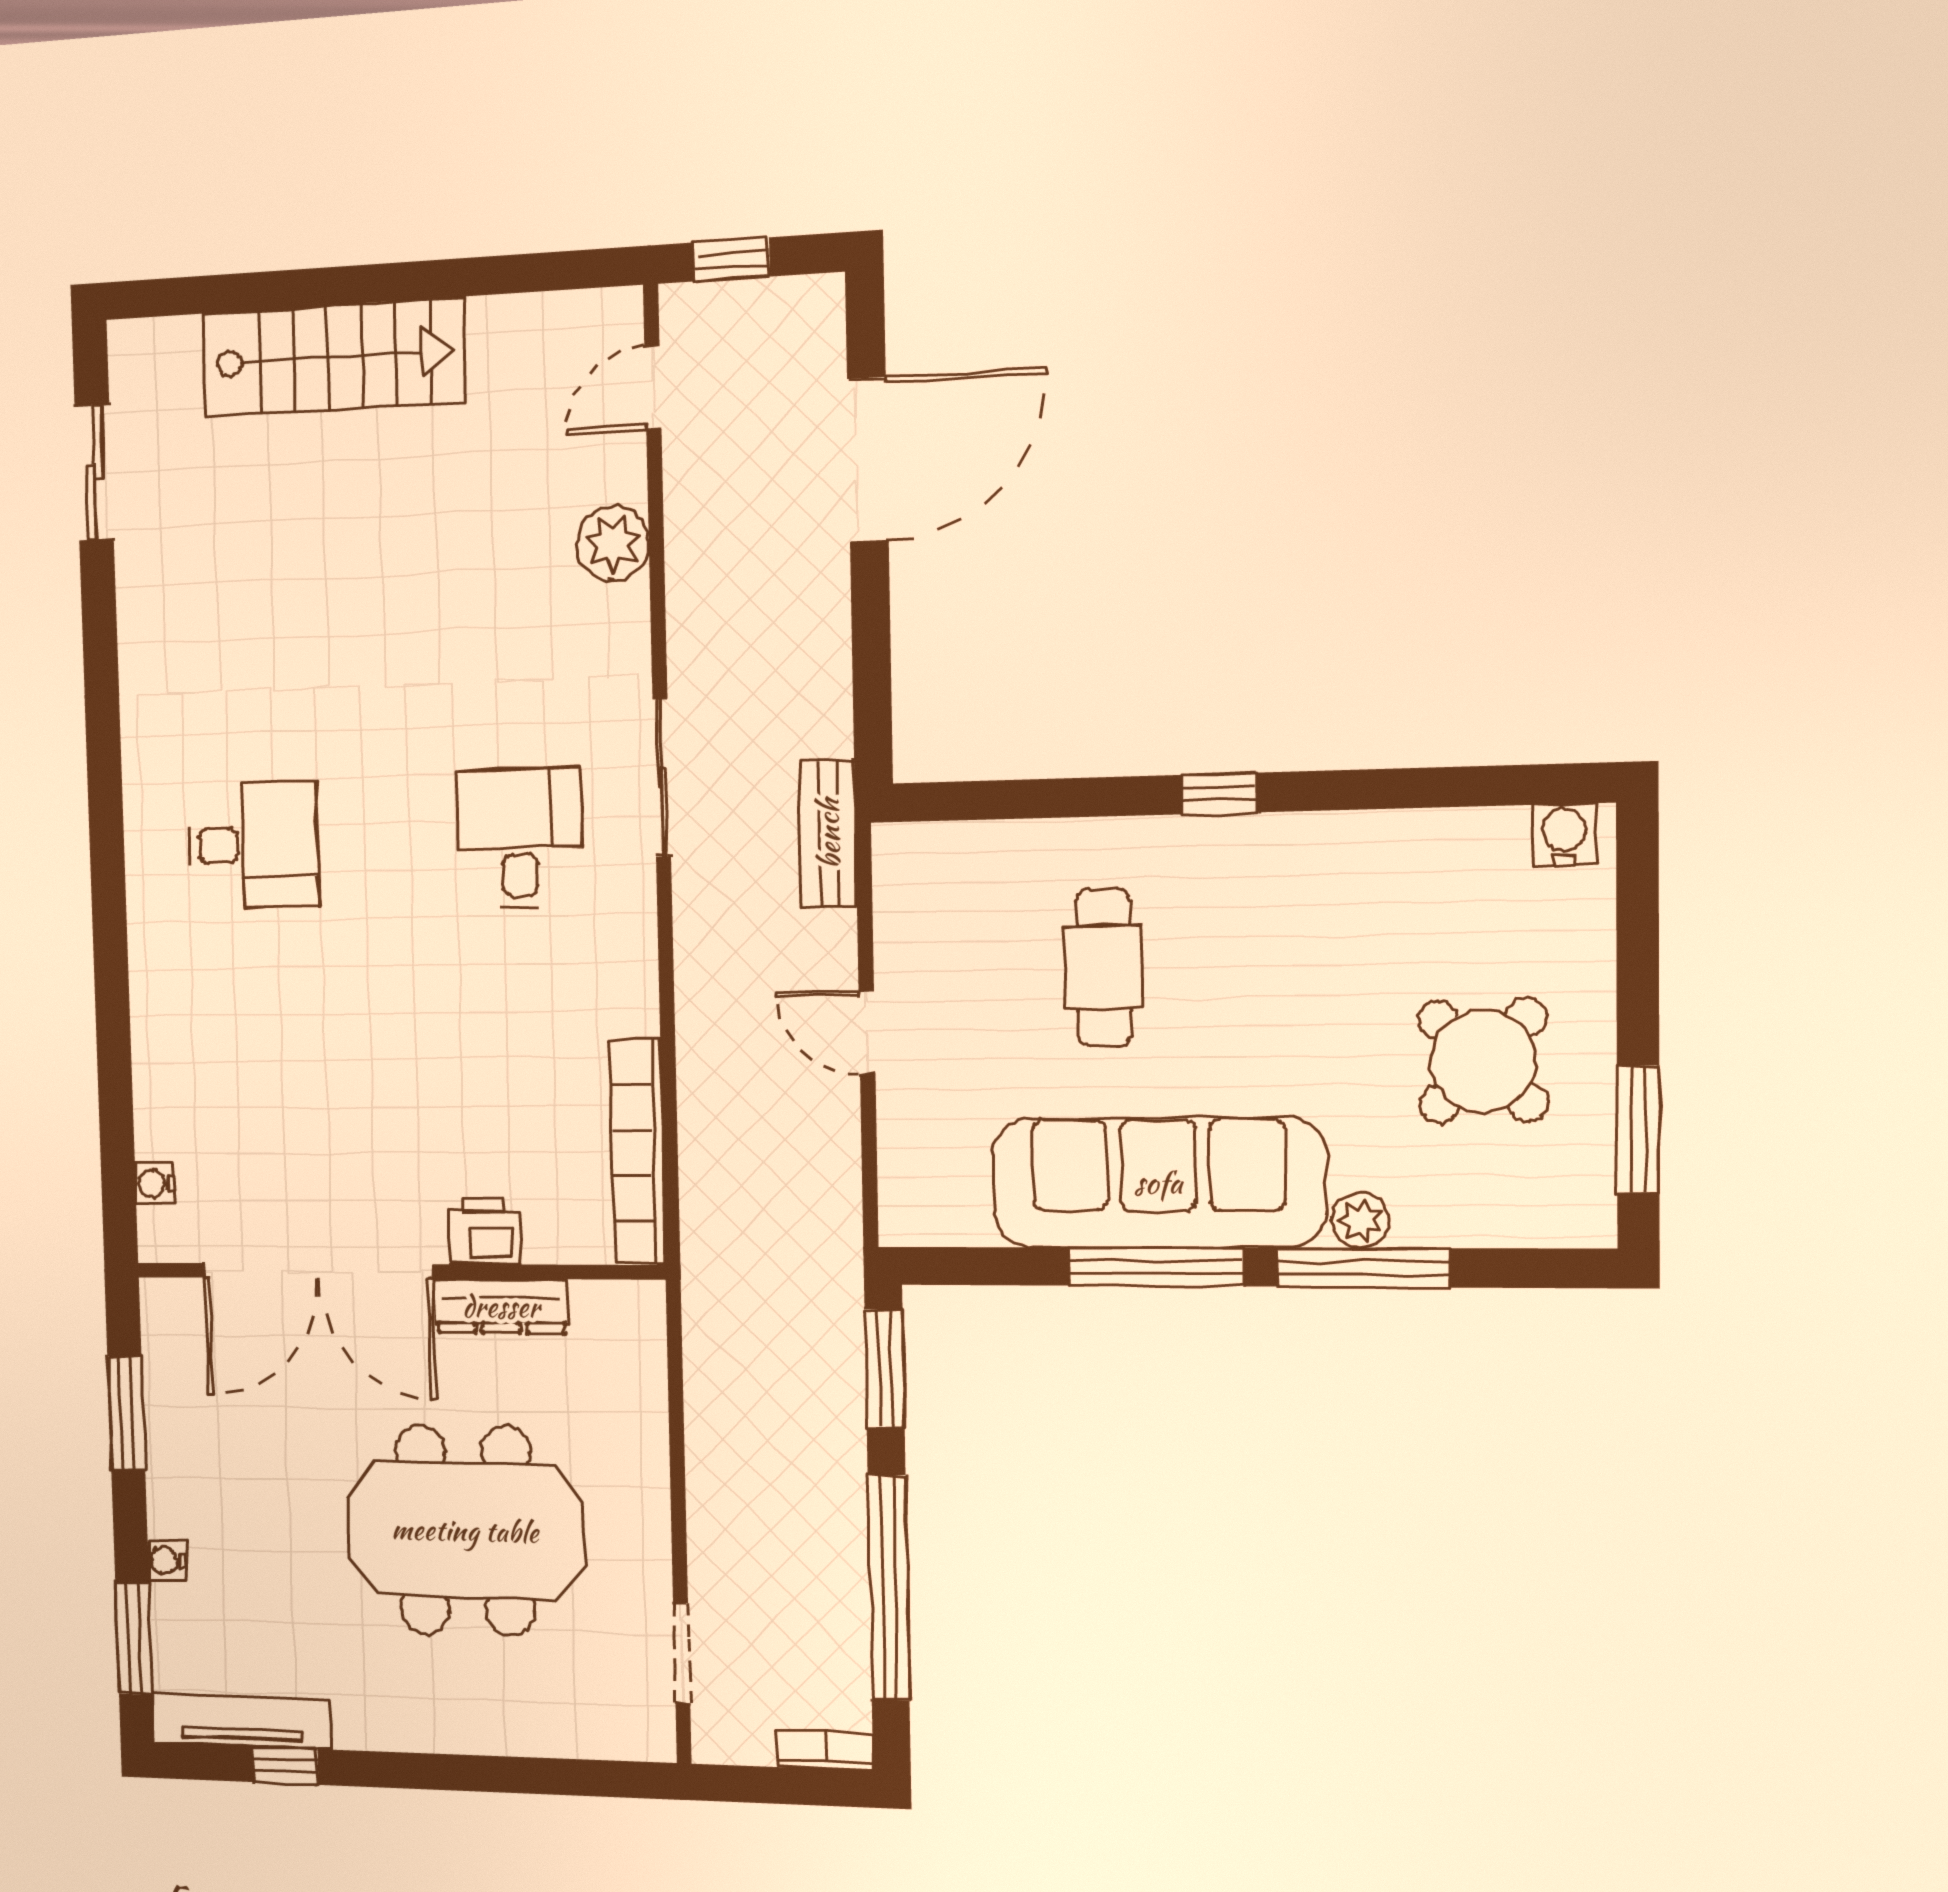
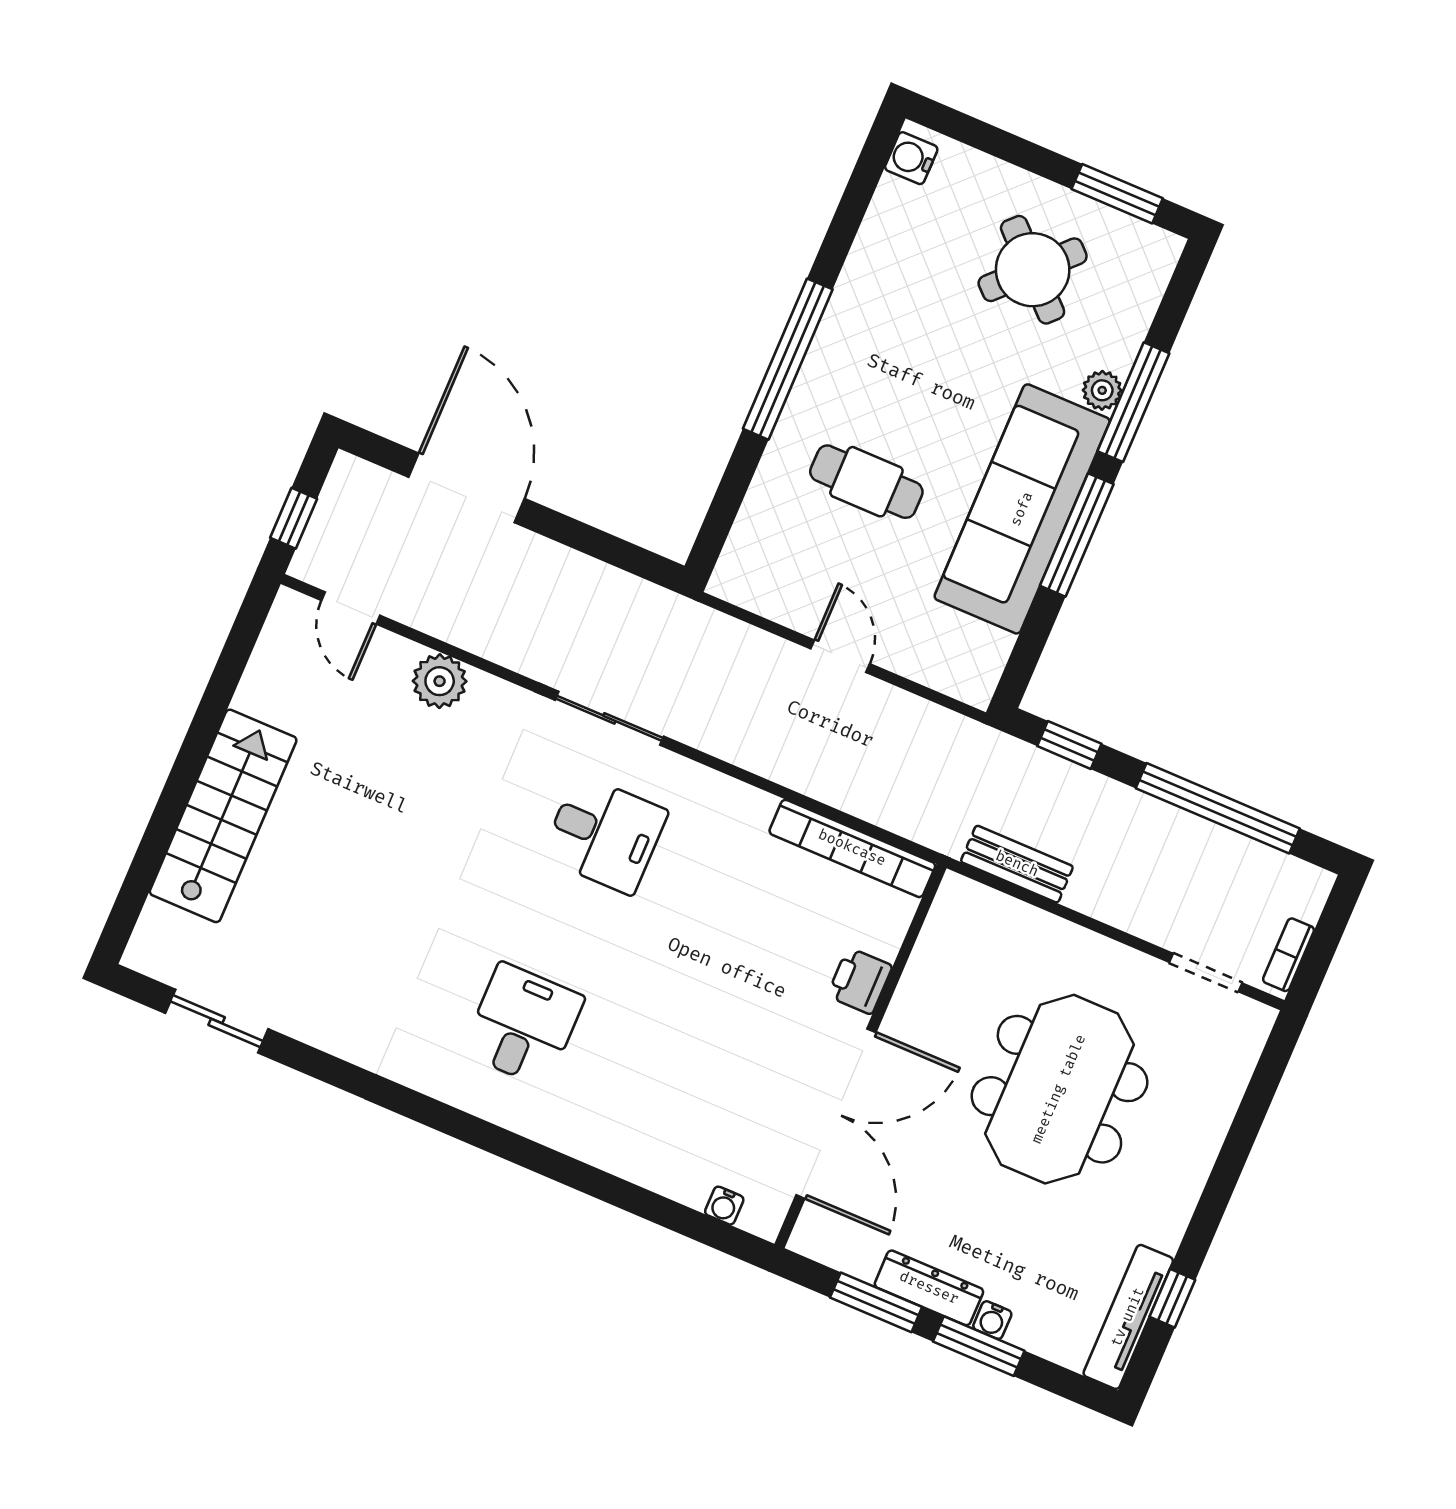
window: (1219, 794) -> (788, 359), width x3.17
bench: (828, 834) -> (1017, 864), moved
desk: (519, 838) -> (605, 834), turned 180
door: (867, 1032) -> (840, 656), swing flipped
dresser: (501, 1306) -> (929, 1288), moved, turned -90
window: (885, 1369) -> (1069, 745), width x0.67
window: (134, 1638) -> (979, 1346), moved
bookcase: (826, 1750) -> (1289, 955), moved

